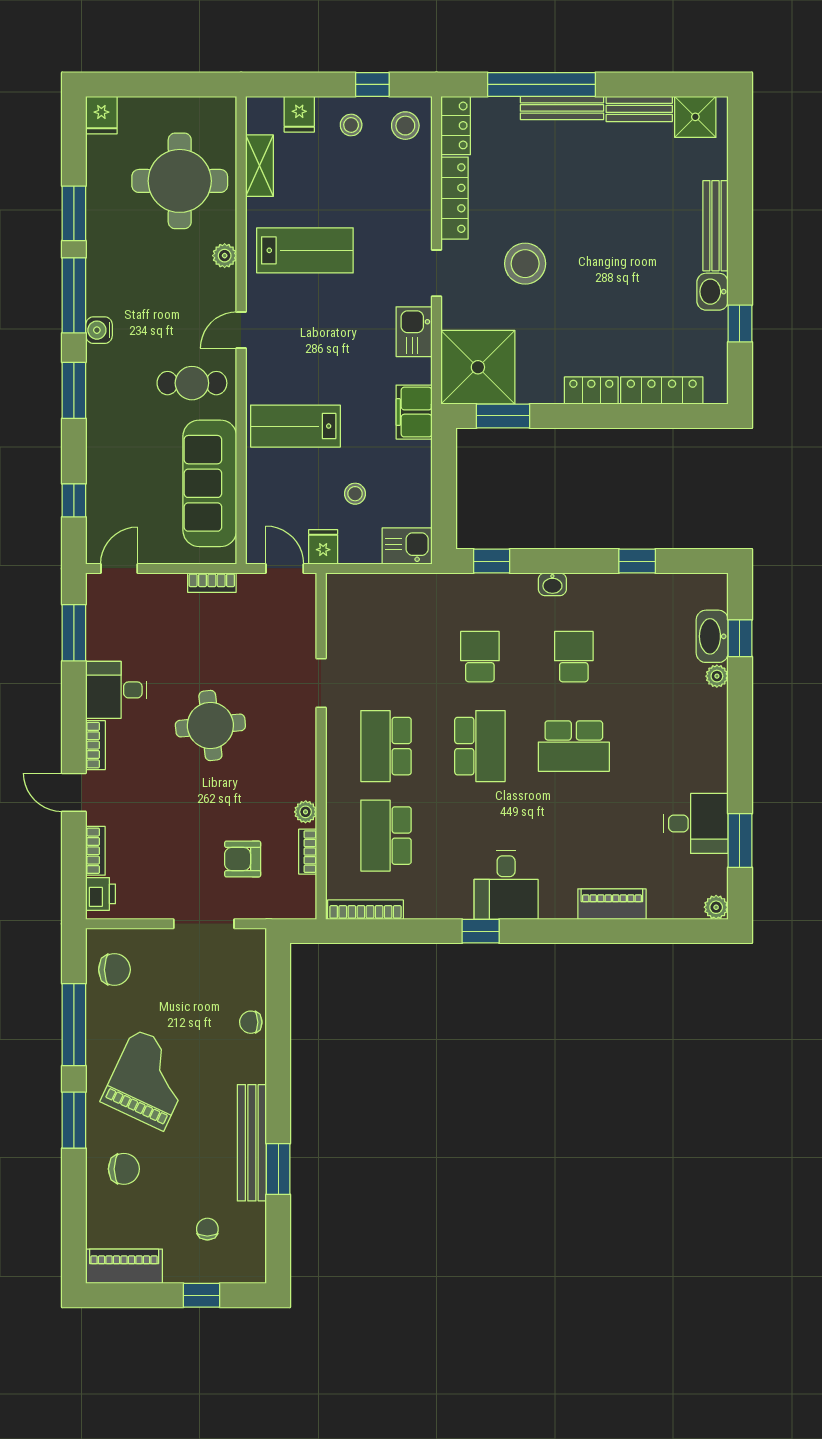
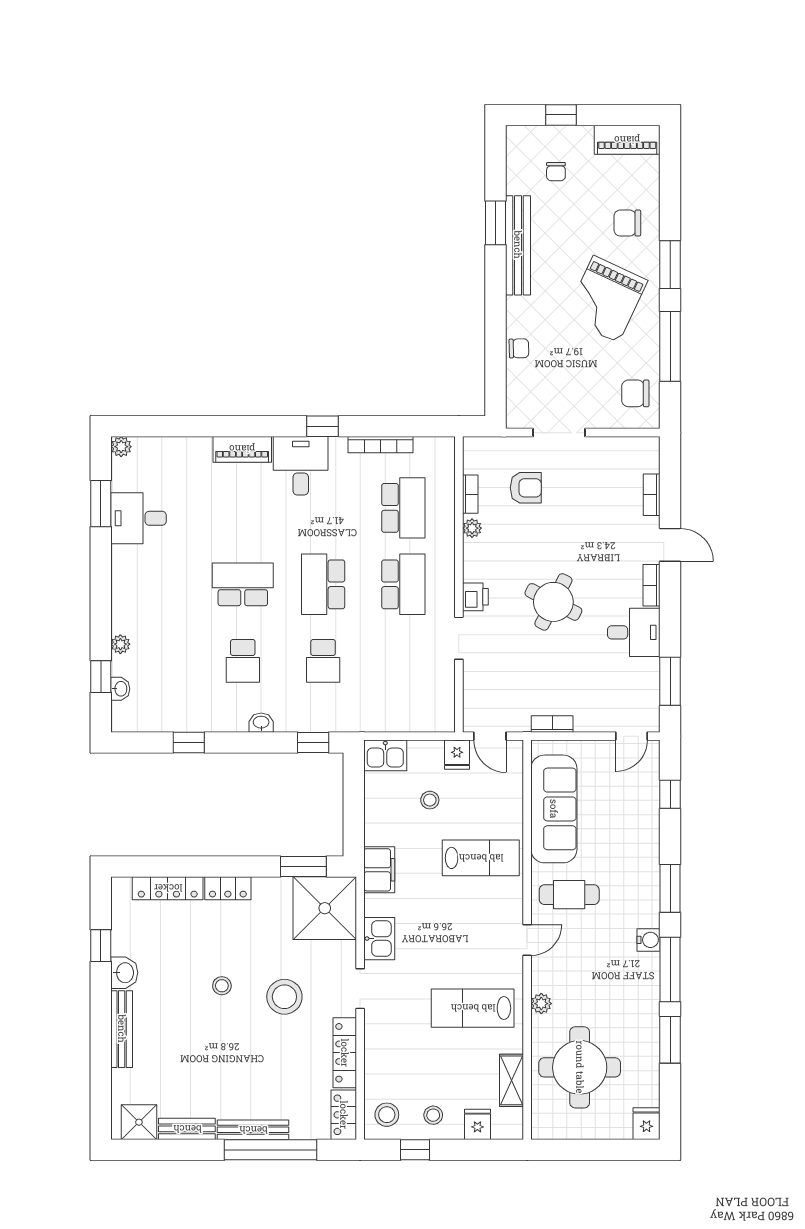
stool: (598, 276) -> (222, 986), added
washbasin: (712, 636) -> (120, 689), width x0.52, depth x0.69
round table: (210, 725) -> (553, 602), turned 33
printer: (101, 894) -> (475, 597), moved, turned 180
piano: (612, 904) -> (242, 449), moved
bookcase: (365, 910) -> (380, 445), moved

